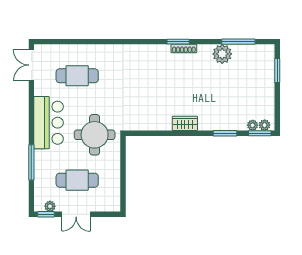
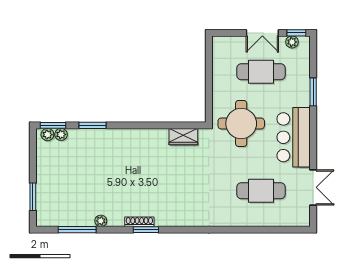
plant: (222, 54) -> (101, 221), width x0.53, depth x0.53
double door: (31, 65) -> (313, 187), moved
wardrobe: (185, 123) -> (183, 137), moved
window: (31, 162) -> (313, 92), width x0.69
double door: (76, 214) -> (262, 33), swing flipped

